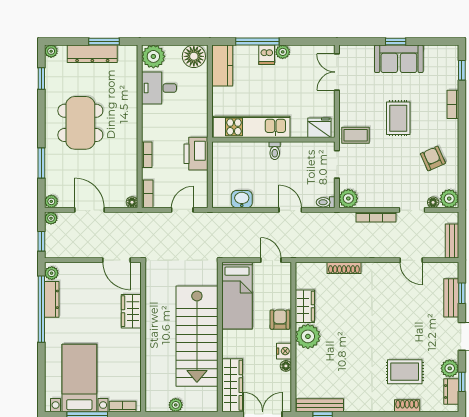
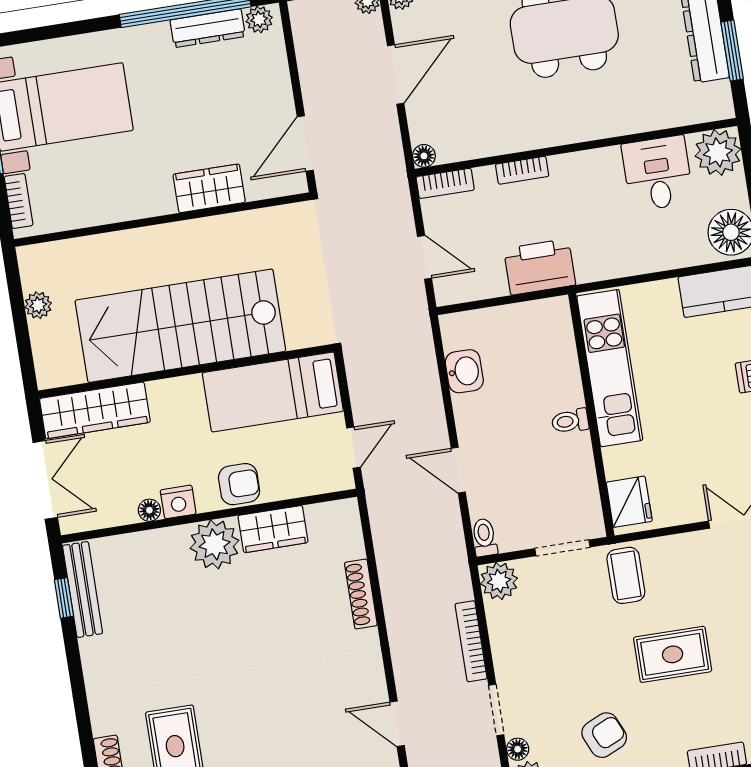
door: (290, 210) -> (458, 470), swing flipped
door: (411, 260) -> (397, 724), hinge flipped

